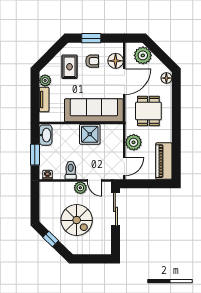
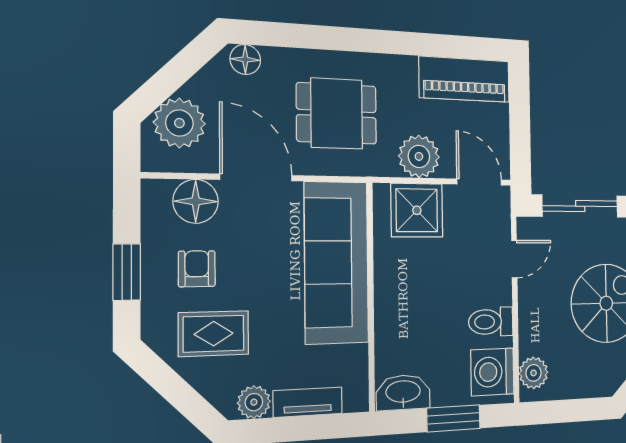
shower: (90, 134) -> (417, 210), moved
washing machine: (47, 175) -> (493, 372), width x1.89, depth x1.89
plant: (80, 188) -> (534, 373), moved

